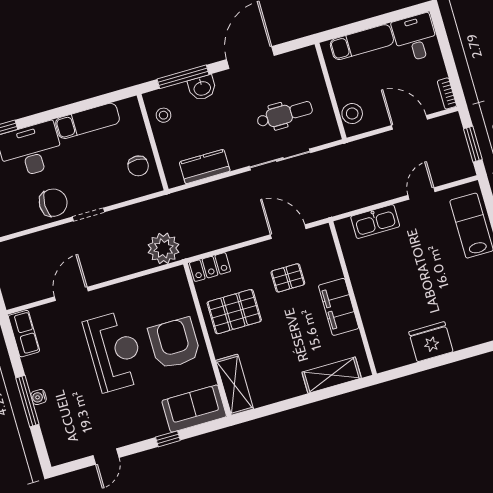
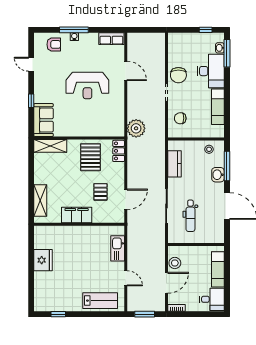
stool: (352, 114) -> (175, 263), moved
chair: (138, 166) -> (180, 118), moved
armchair: (174, 343) -> (54, 44), moved, width x0.53, depth x0.53

